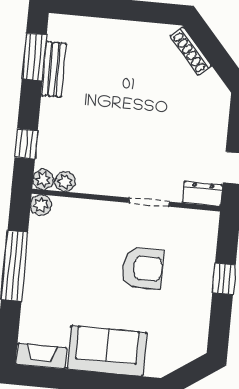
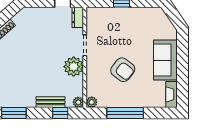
bench: (54, 69) -> (50, 102), moved
plant: (65, 182) -> (74, 67), moved, width x1.88, depth x1.88
armchair: (143, 268) -> (123, 70), moved, turned 128

